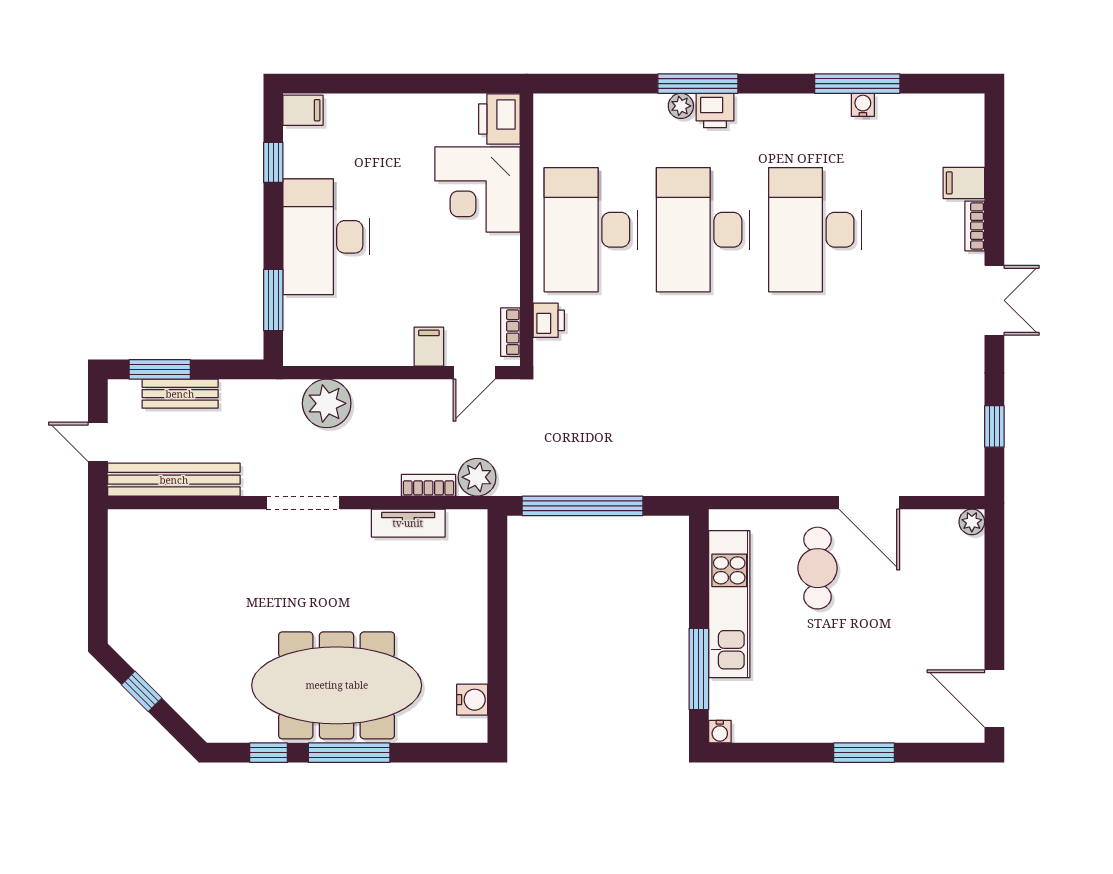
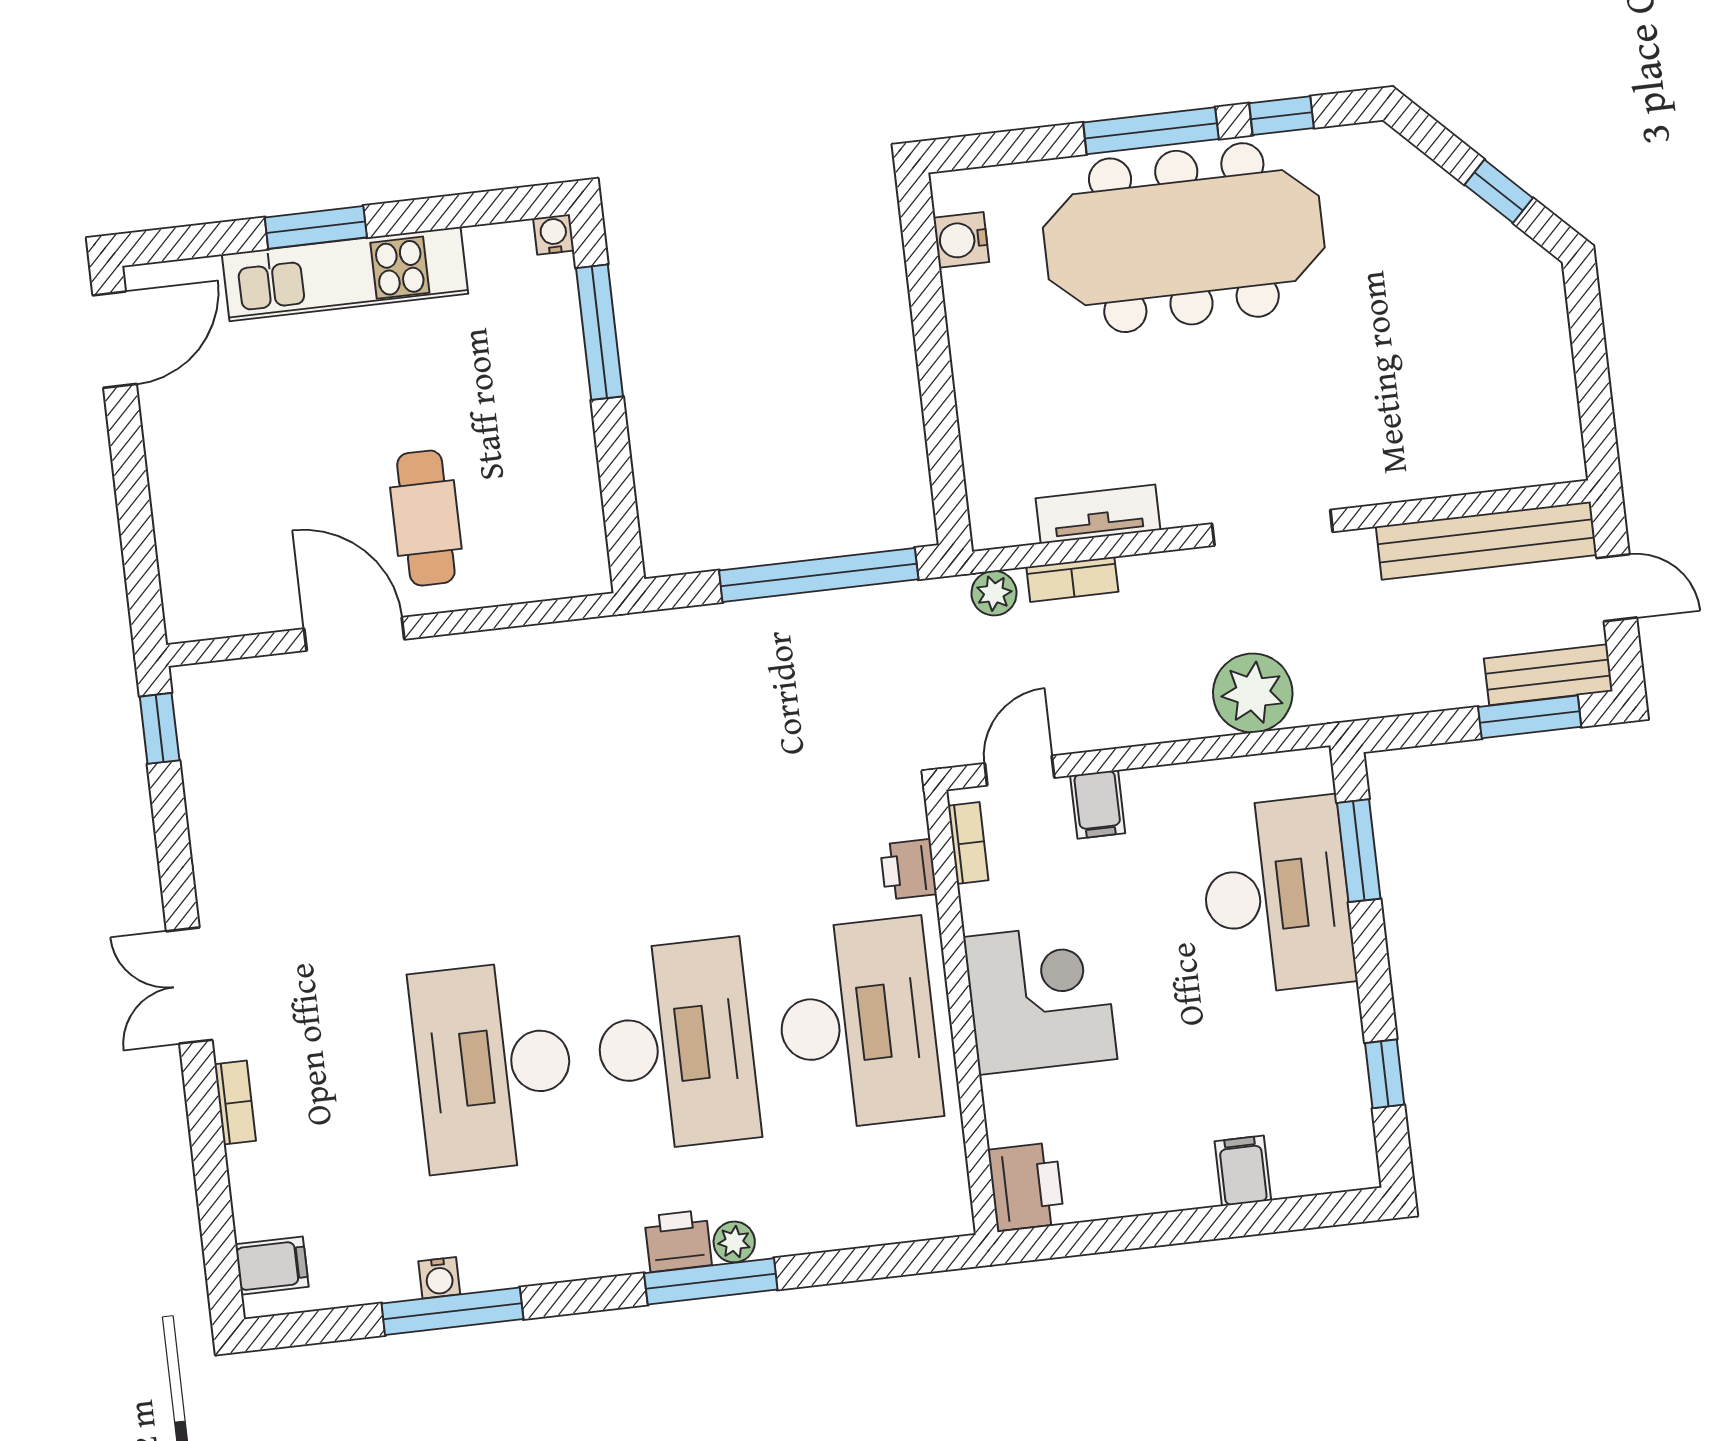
filing cabinet: (303, 110) -> (1243, 1171), moved, turned 90
filing cabinet: (964, 183) -> (272, 1266), moved
corner desk: (477, 189) -> (1040, 998), moved
desk: (815, 230) -> (493, 1066), turned 180
desk: (326, 237) -> (1277, 895), moved
bench: (180, 394) -> (1548, 675), moved
window: (994, 426) -> (160, 728), moved
plant: (477, 477) -> (994, 593), width x0.73, depth x0.73
plant: (972, 522) -> (184, 622), removed
kitchen unit: (729, 604) -> (345, 274), moved, turned -90
door: (994, 699) -> (115, 340), hinge flipped

